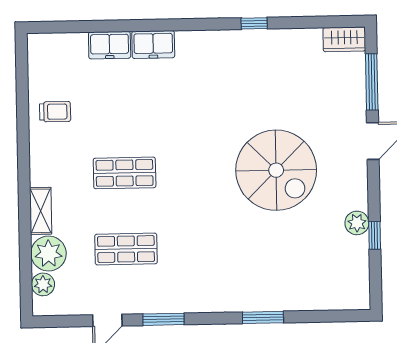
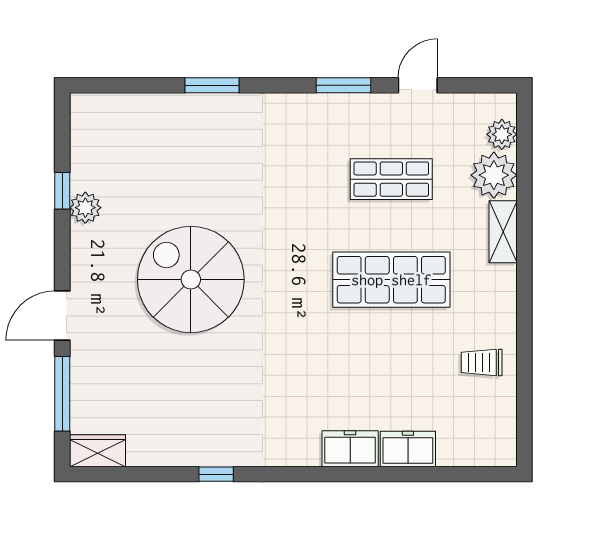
shop shelf: (125, 173) -> (391, 280), width x1.43, depth x1.36

